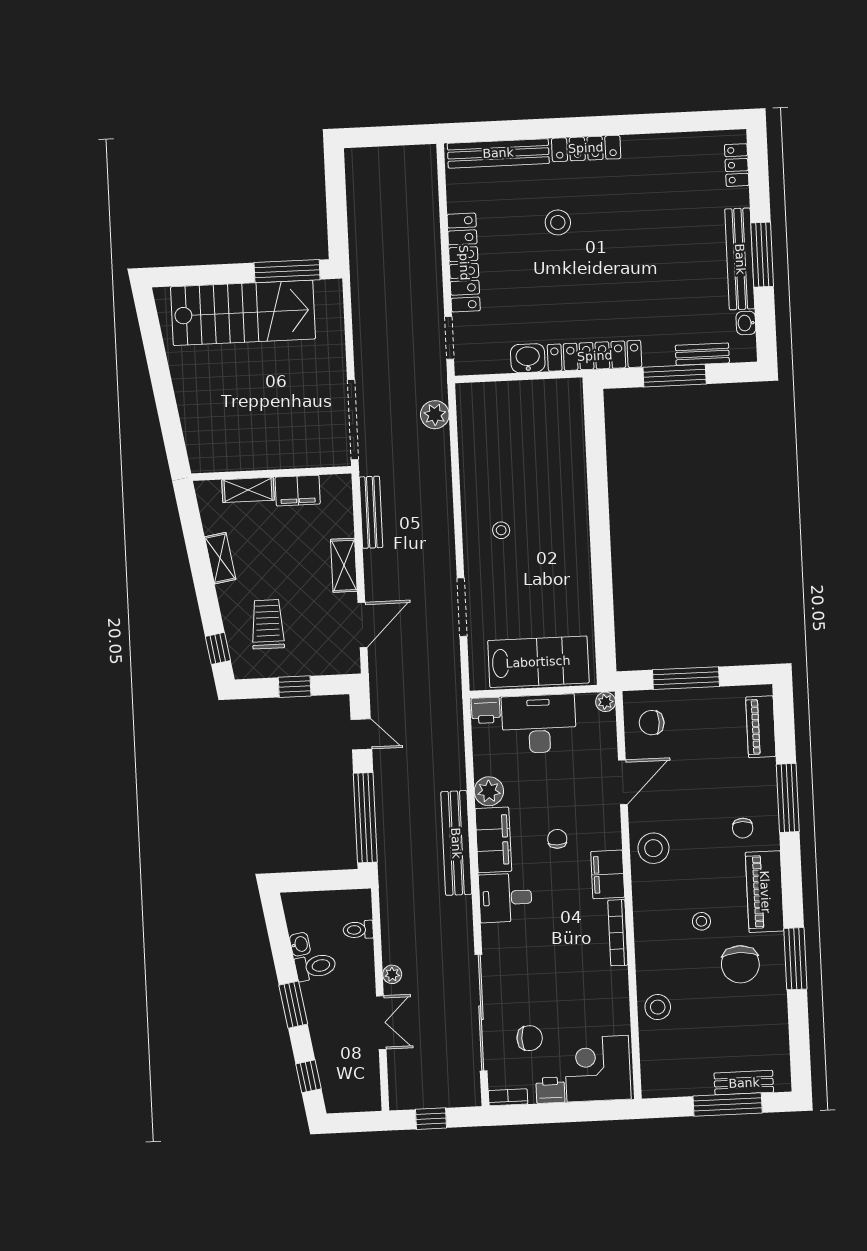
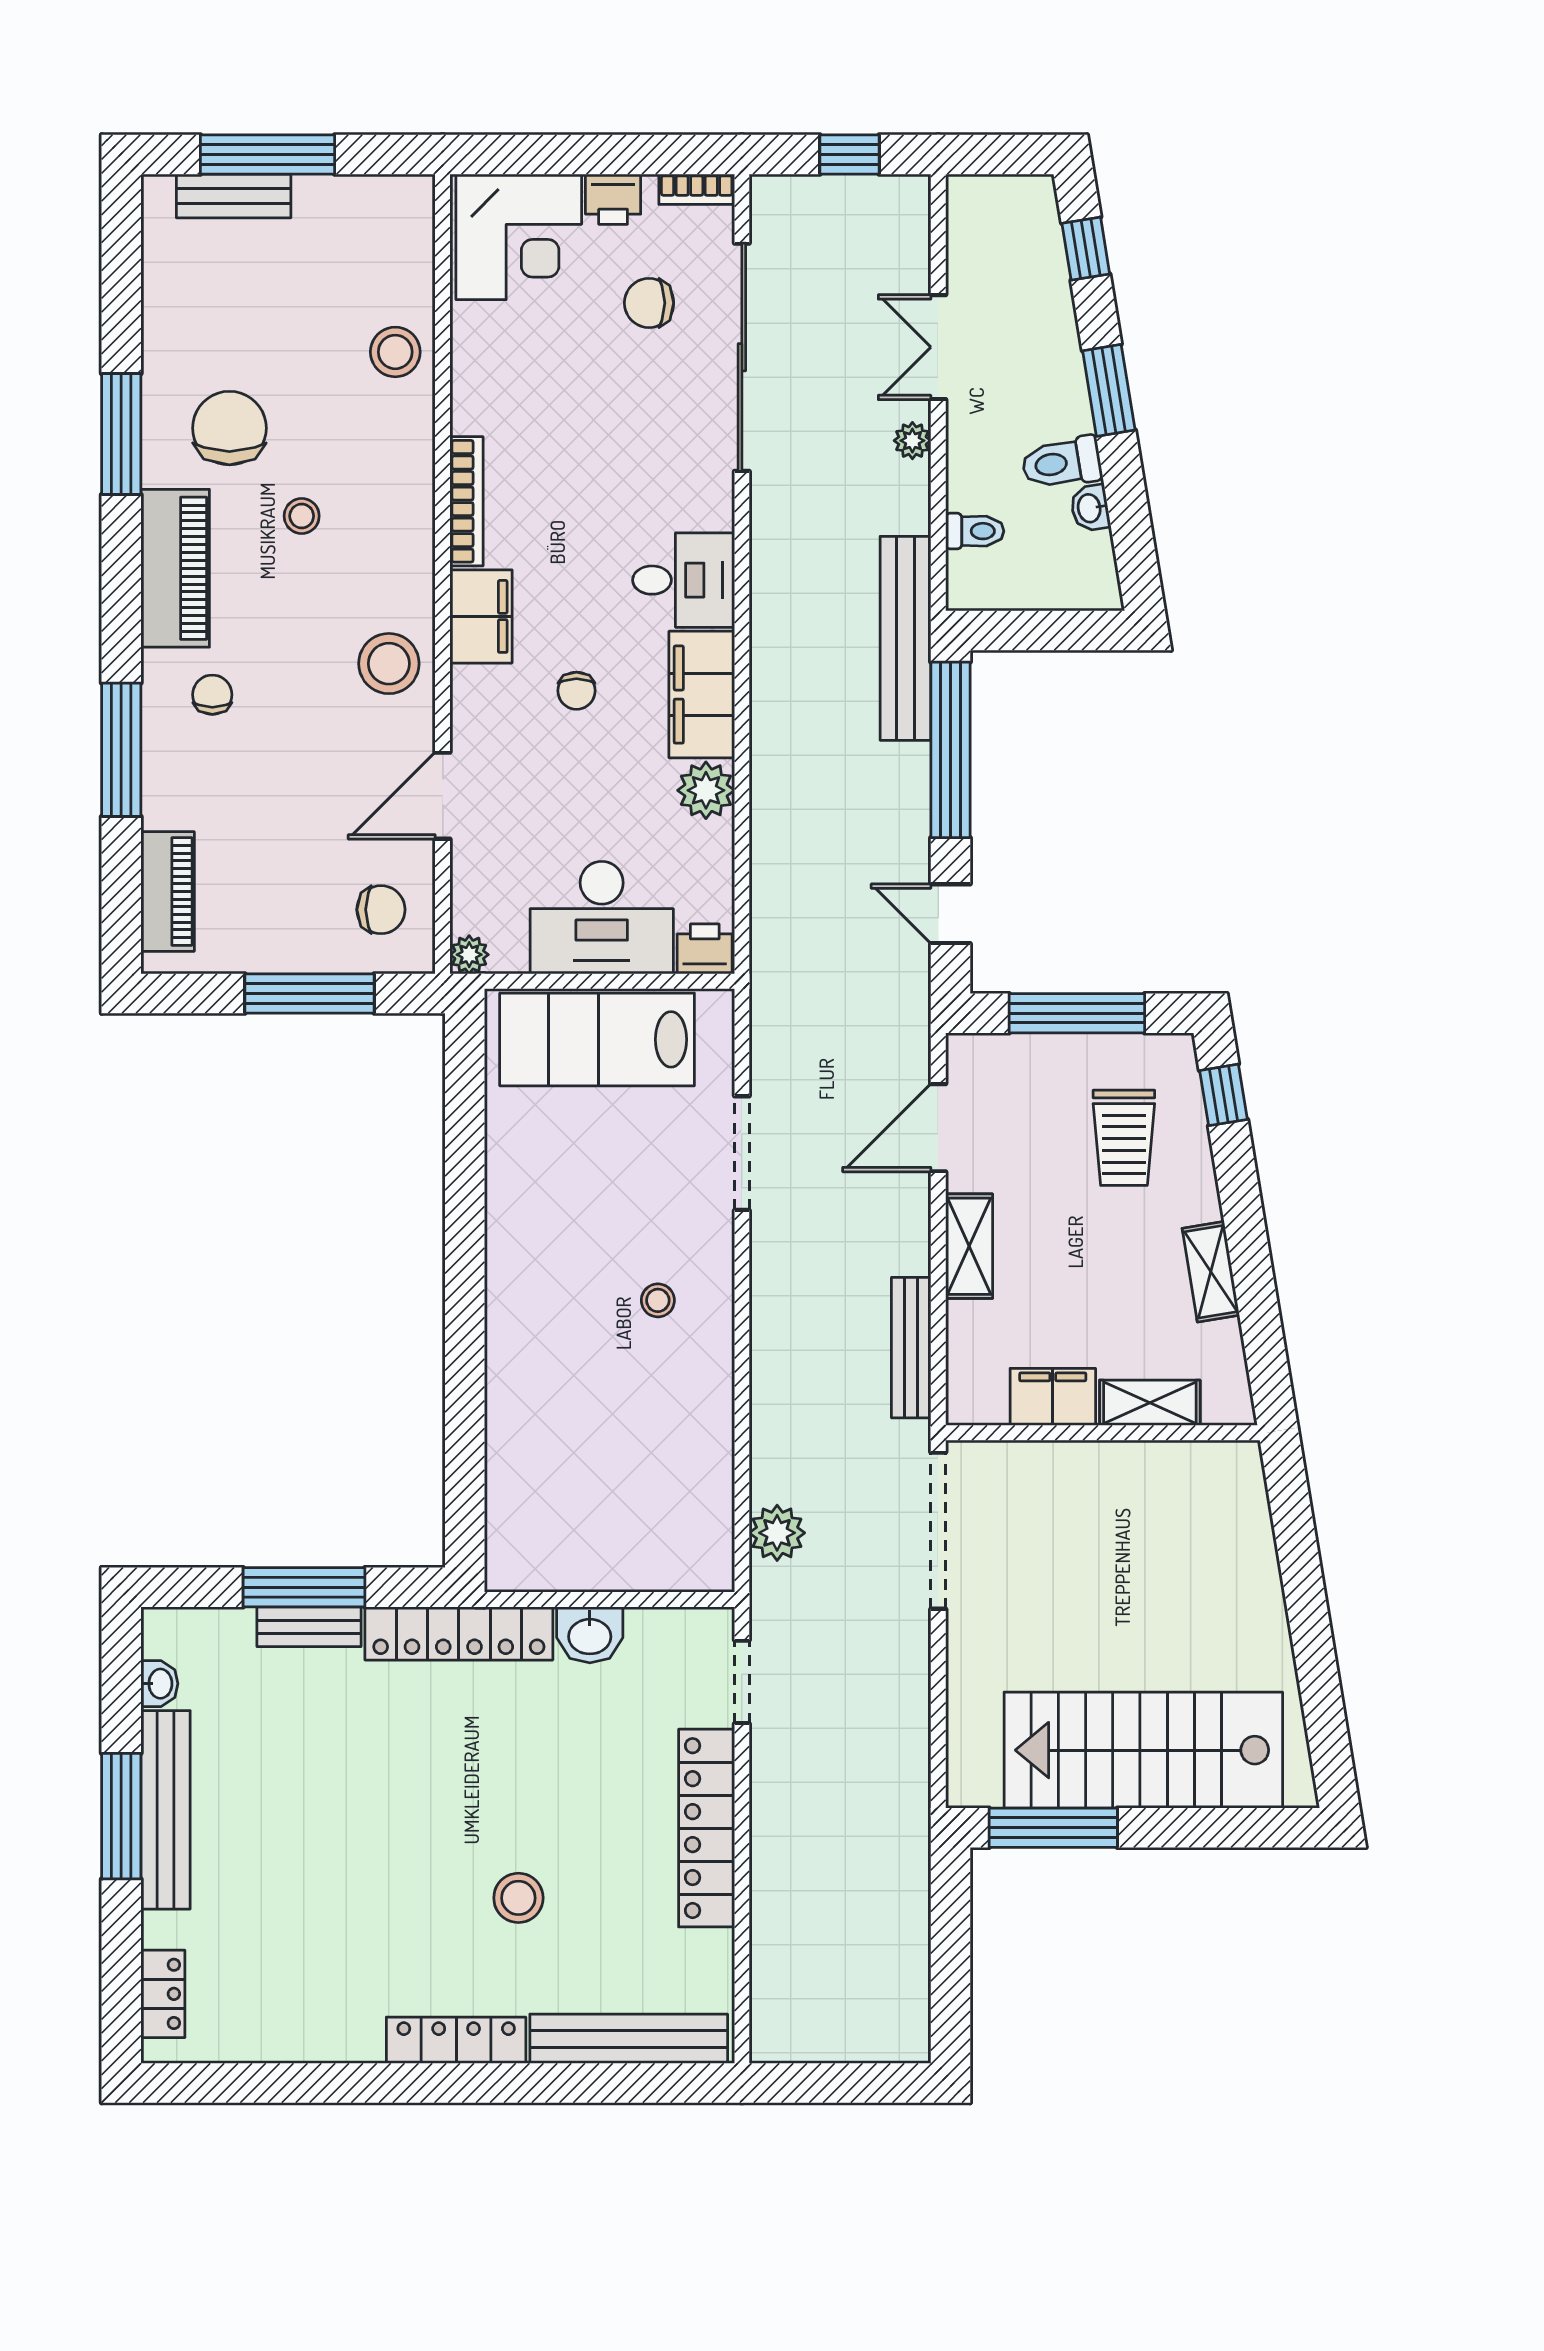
bench: (702, 354) -> (309, 1627), moved
window: (295, 687) -> (1077, 1013), width x2.17
bench: (456, 843) -> (905, 638), moved

